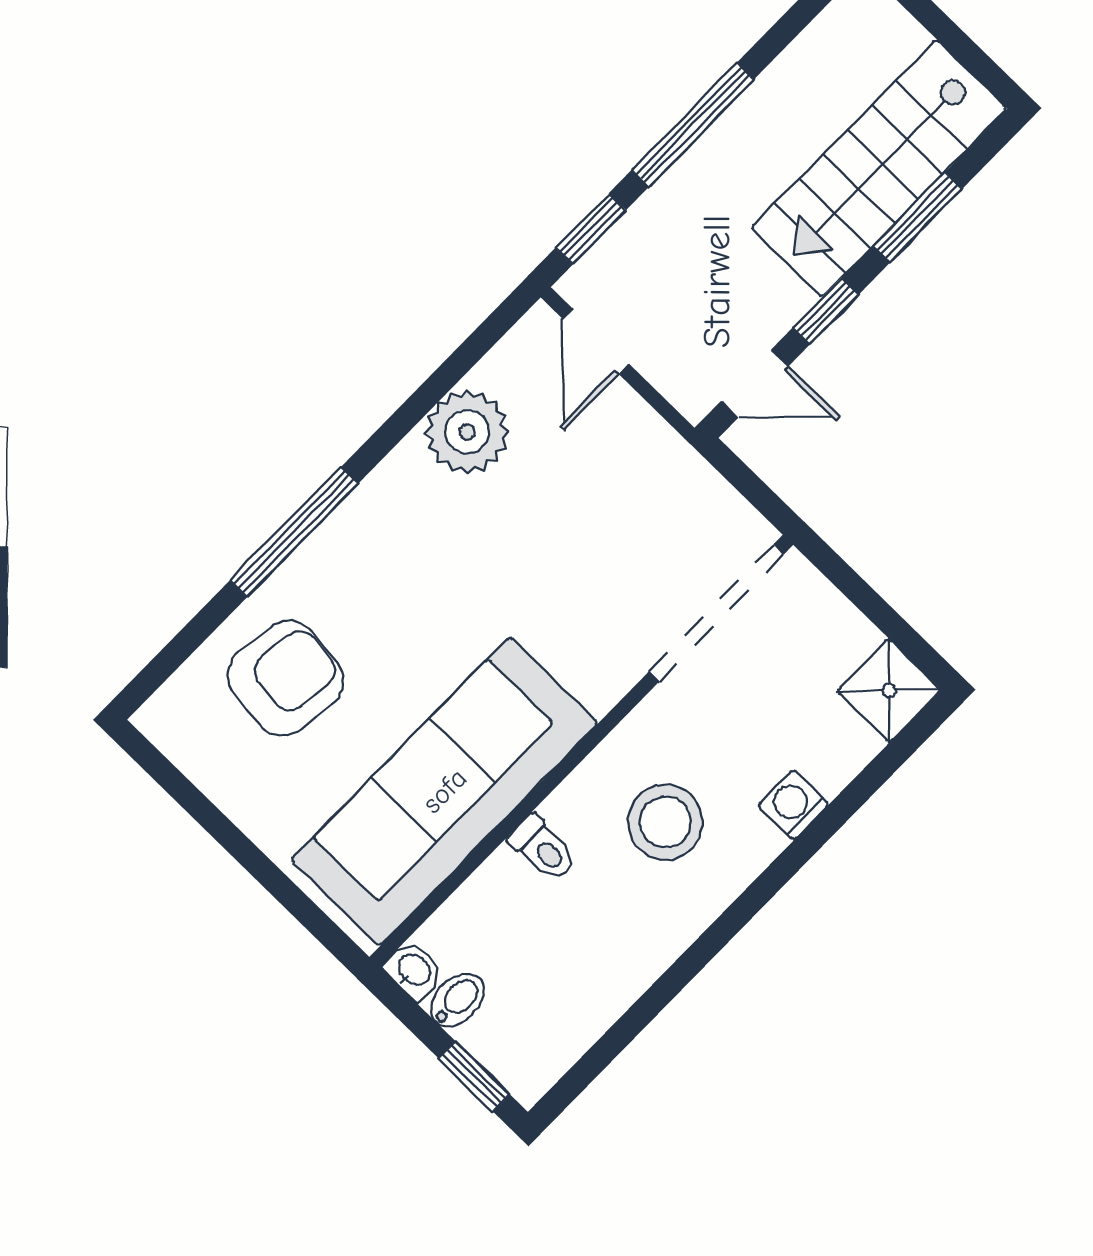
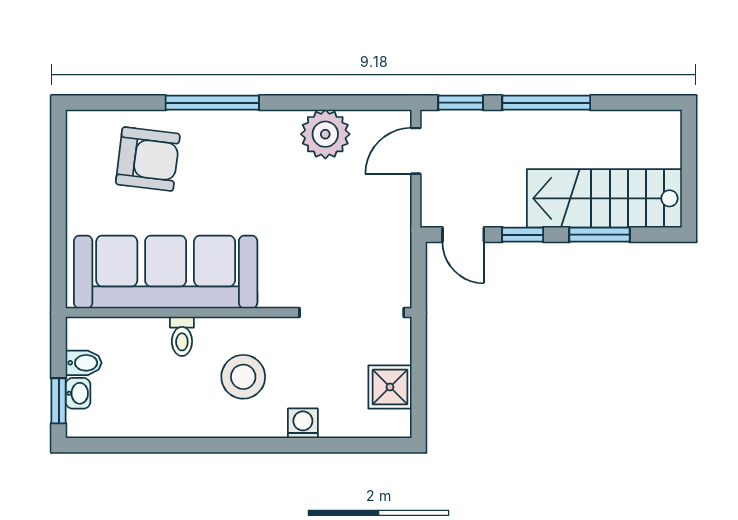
shower: (889, 690) -> (390, 387), moved
washbasin: (414, 970) -> (78, 393), moved

